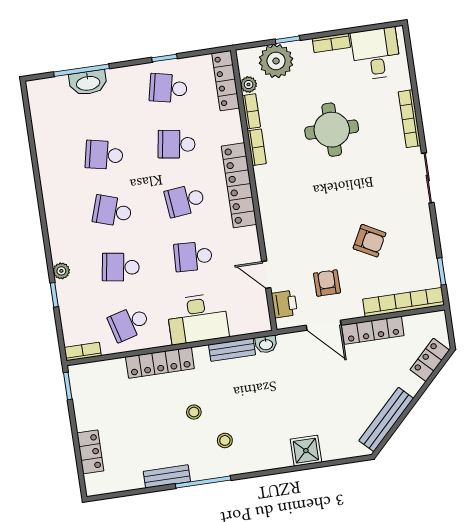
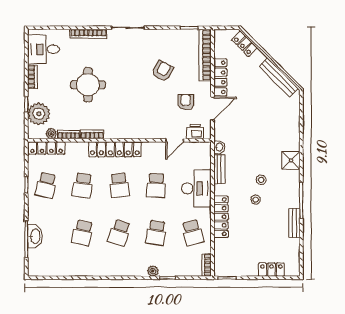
armchair: (327, 283) -> (186, 102), turned 90
stool: (225, 440) -> (261, 180), moved
shower: (306, 451) -> (291, 160), moved

